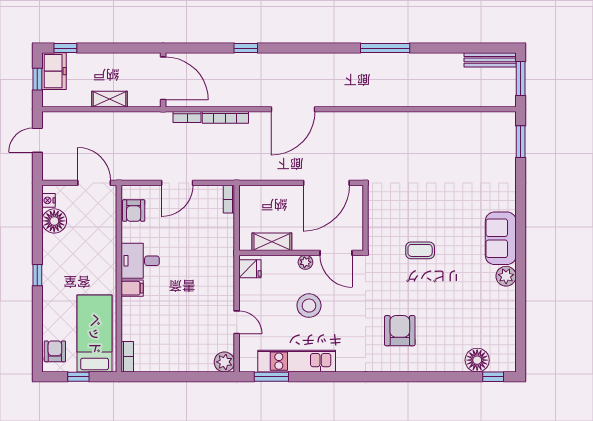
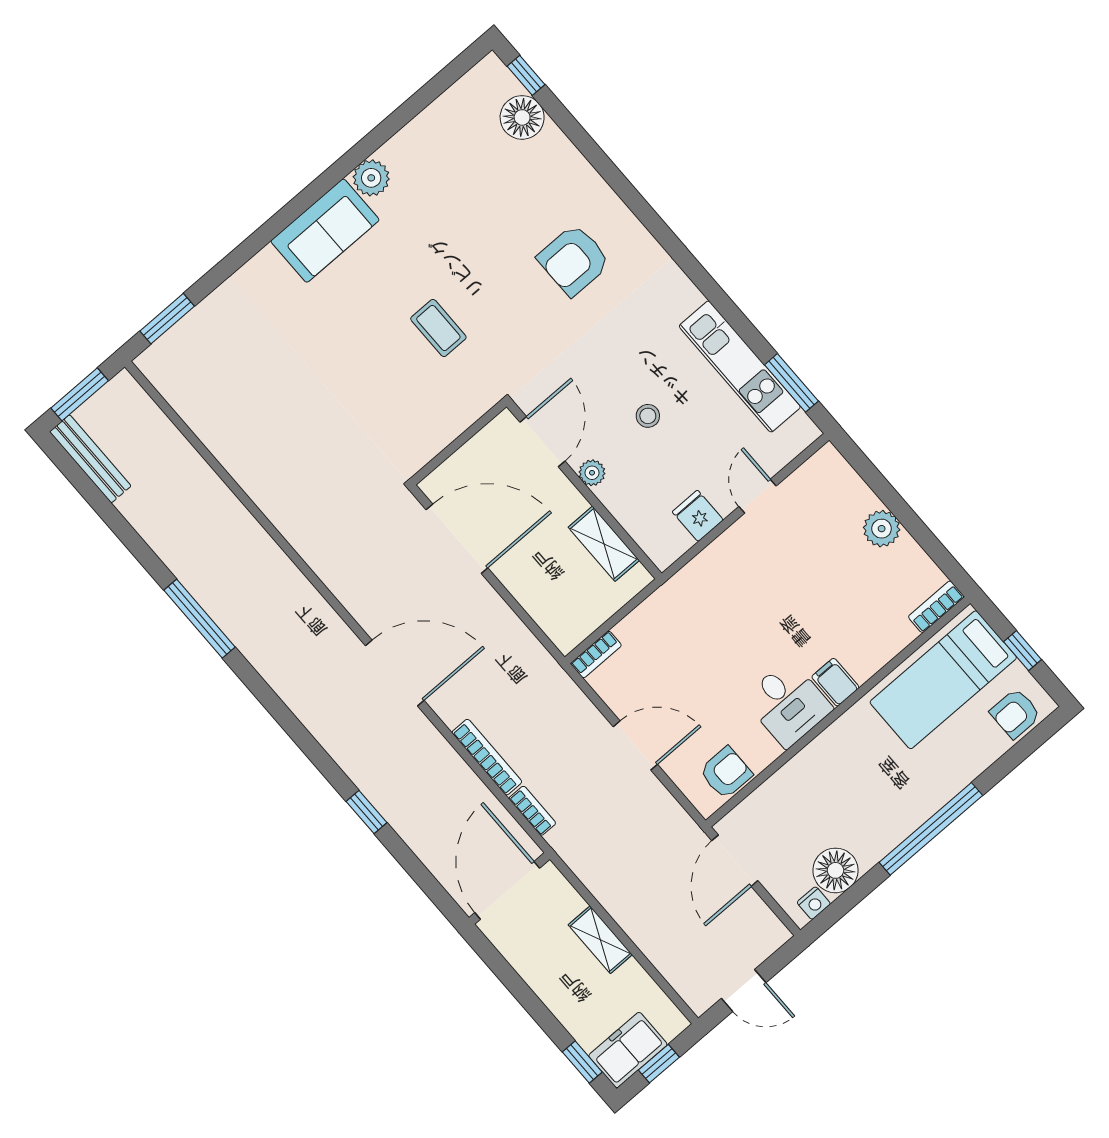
fridge: (250, 269) -> (698, 516), moved
window: (37, 275) -> (931, 829), width x3.17
stool: (309, 306) -> (648, 416), width x0.53, depth x0.53
plant: (224, 362) -> (882, 529), moved

